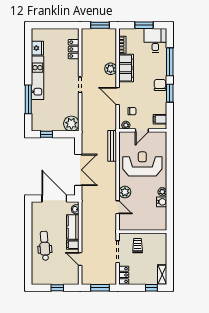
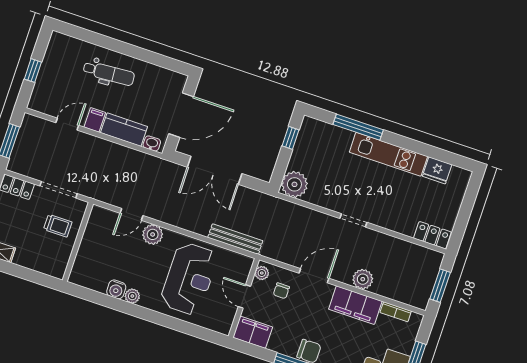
locker: (74, 49) -> (432, 235), moved
filing cabinet: (160, 119) -> (253, 332), width x2.00

